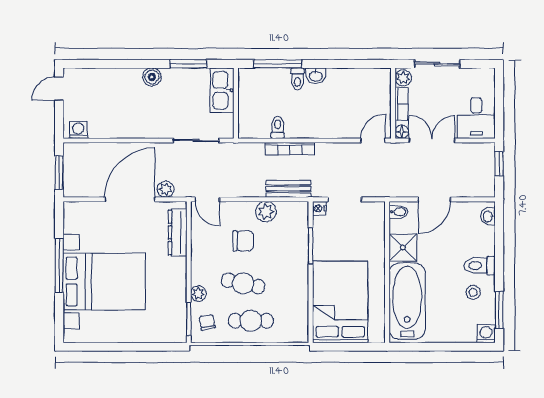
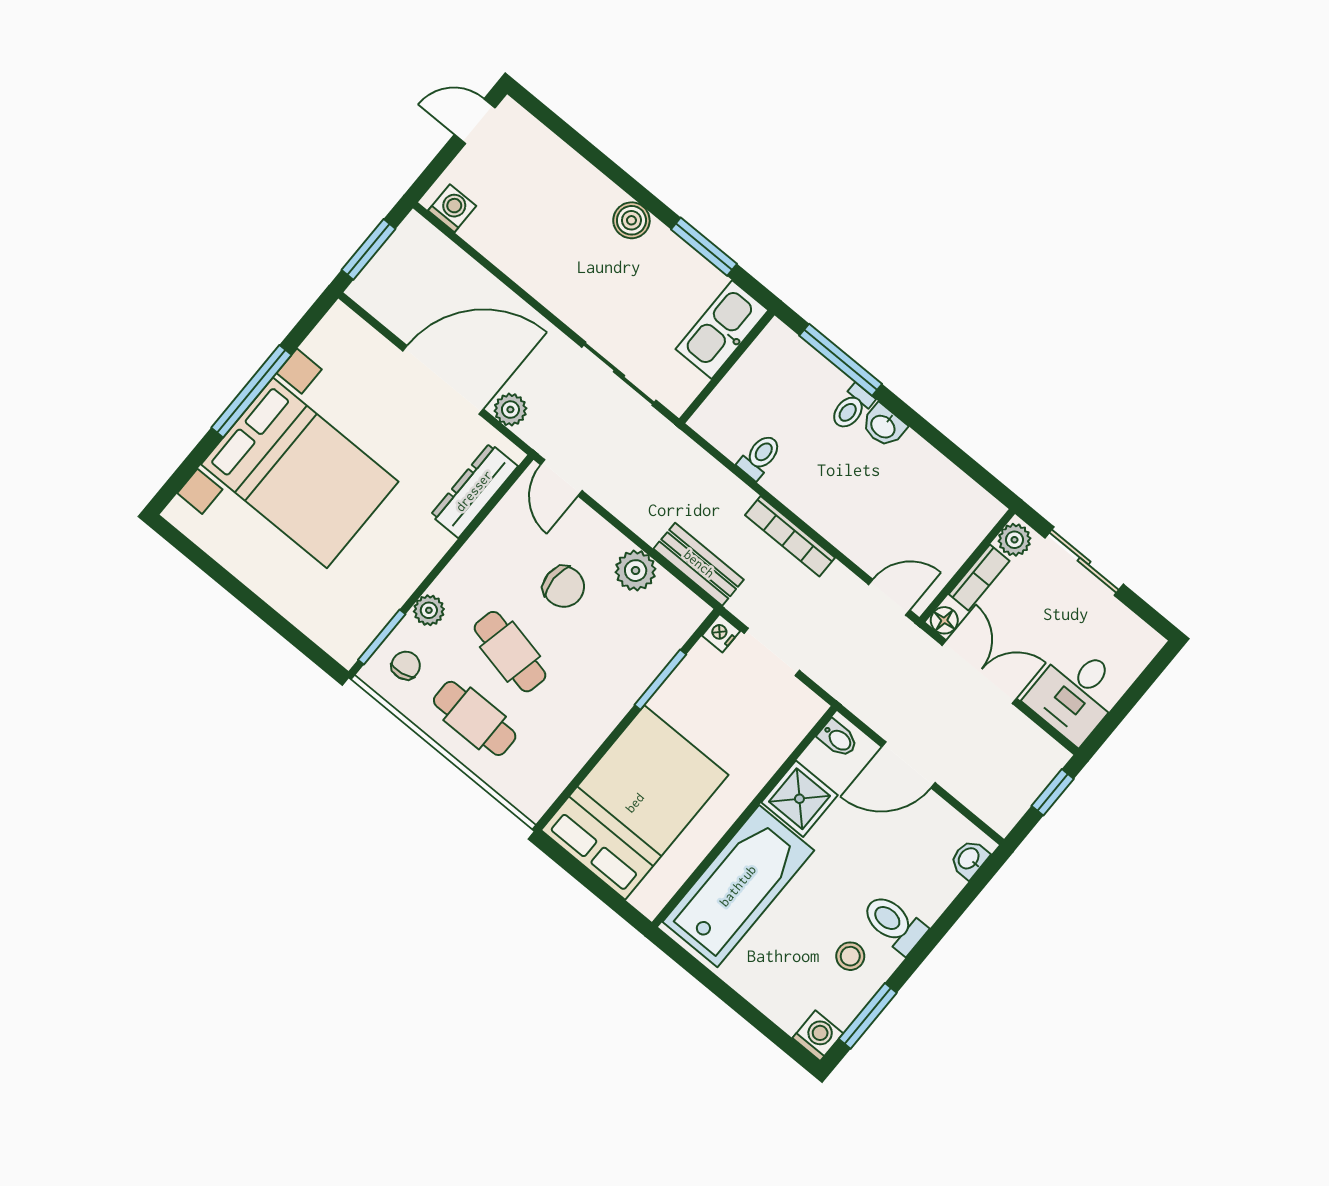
bookcase: (290, 149) -> (790, 536), moved

